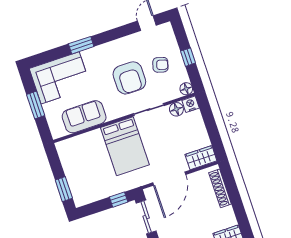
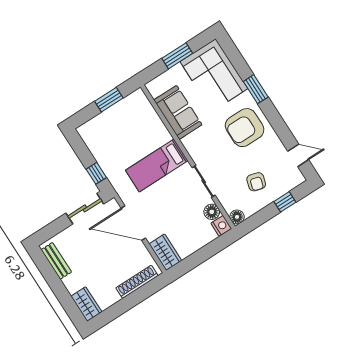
window: (188, 57) -> (285, 202), moved
armchair: (129, 78) -> (245, 128), moved
bed: (125, 146) -> (157, 165), width x0.67
window: (64, 189) -> (109, 100), moved

